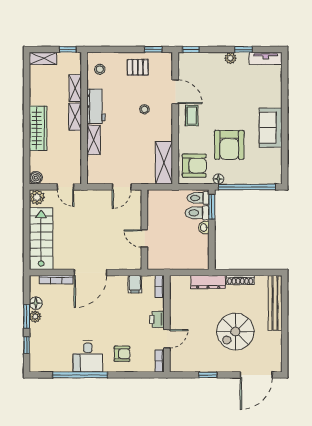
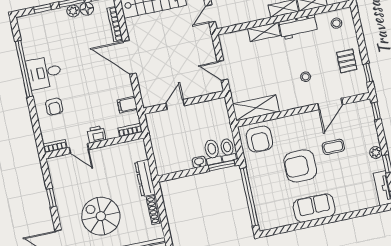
coffee table: (192, 116) -> (333, 147), moved
armchair: (229, 145) -> (300, 166), moved
floor lamp: (218, 179) -> (251, 166), removed

